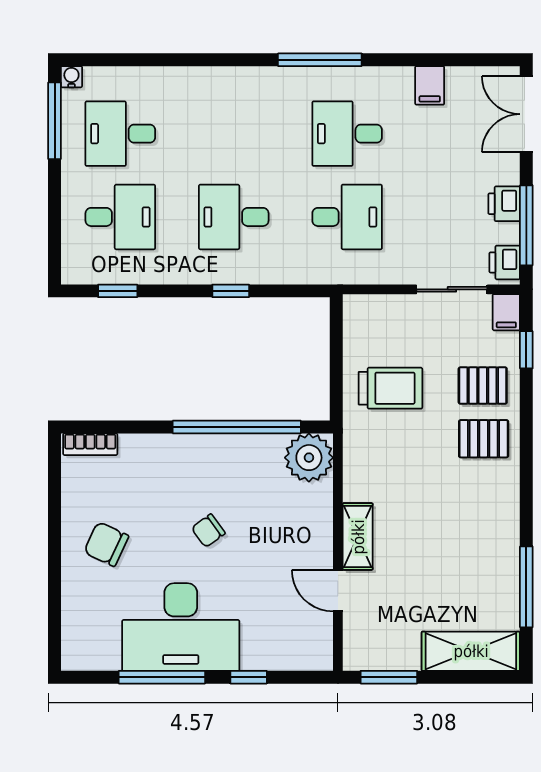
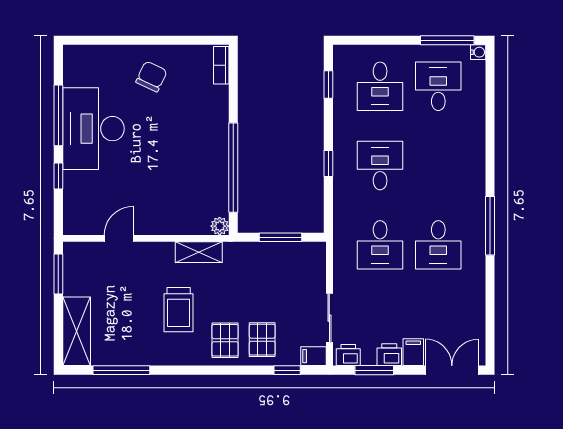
filing cabinet: (430, 85) -> (413, 352), moved, turned 90
desk: (347, 134) -> (438, 245), turned 180
window: (526, 225) -> (374, 370), width x0.69
window: (336, 359) -> (281, 237), added
trolley: (390, 388) -> (179, 310), moved
plant: (309, 458) -> (220, 226), width x0.53, depth x0.53
chair: (208, 531) -> (161, 148), removed
shelving: (358, 537) -> (199, 252), moved

